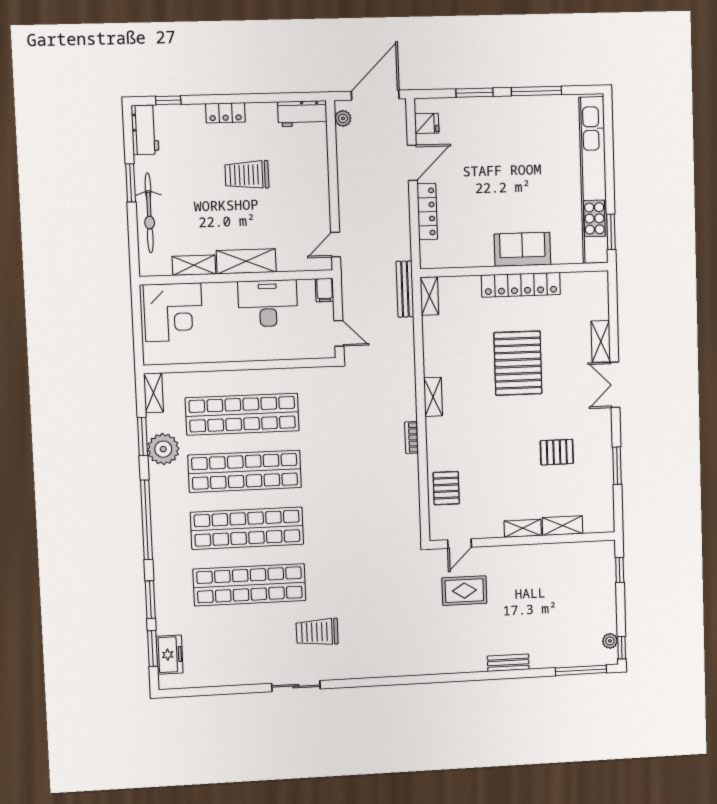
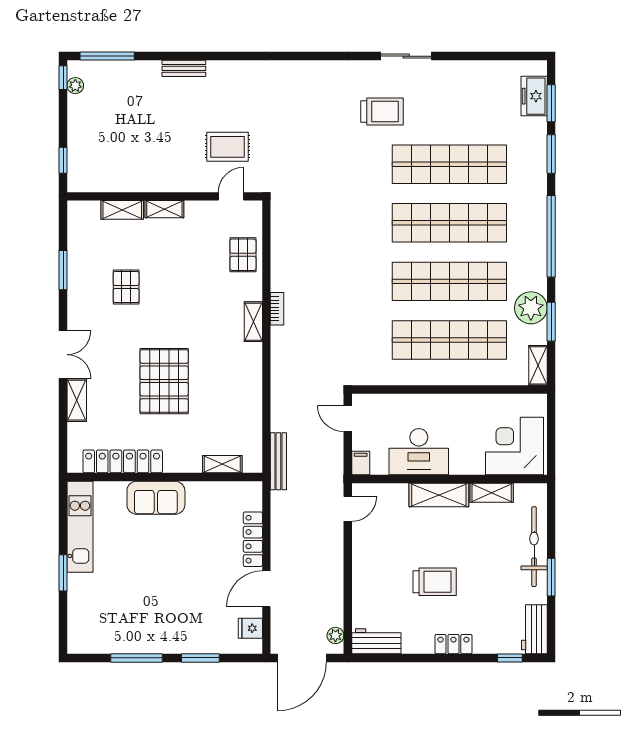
kitchen unit: (593, 180) -> (80, 527), width x0.54
window: (611, 232) -> (63, 573), moved
locker: (521, 285) -> (123, 461), moved
shelving: (429, 296) -> (222, 464), moved, turned 90
shelving: (433, 397) -> (253, 322), moved
pallet: (557, 452) -> (126, 287), turned 90

